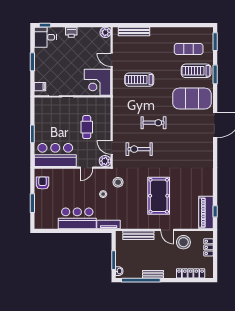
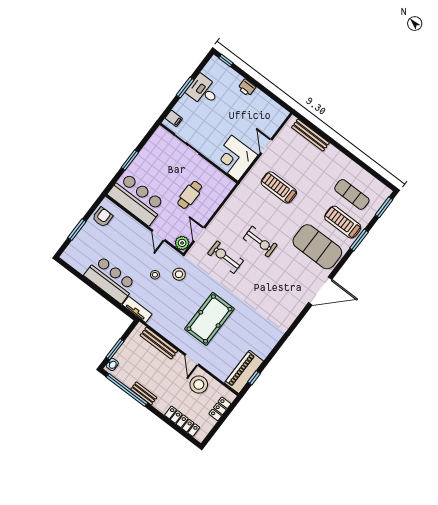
plant: (105, 32) -> (281, 114), removed
desk: (45, 37) -> (203, 91), moved
door: (87, 168) -> (158, 236), hinge flipped

